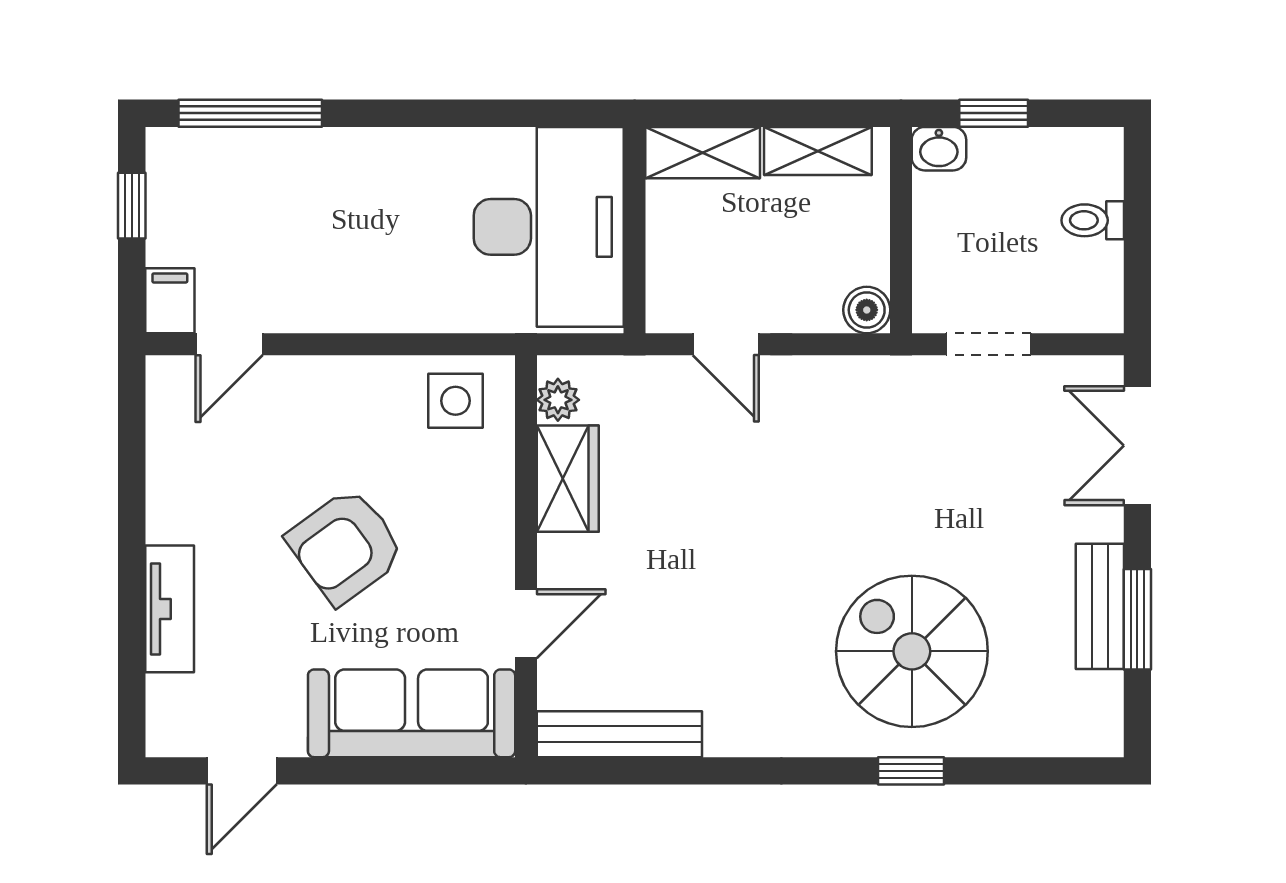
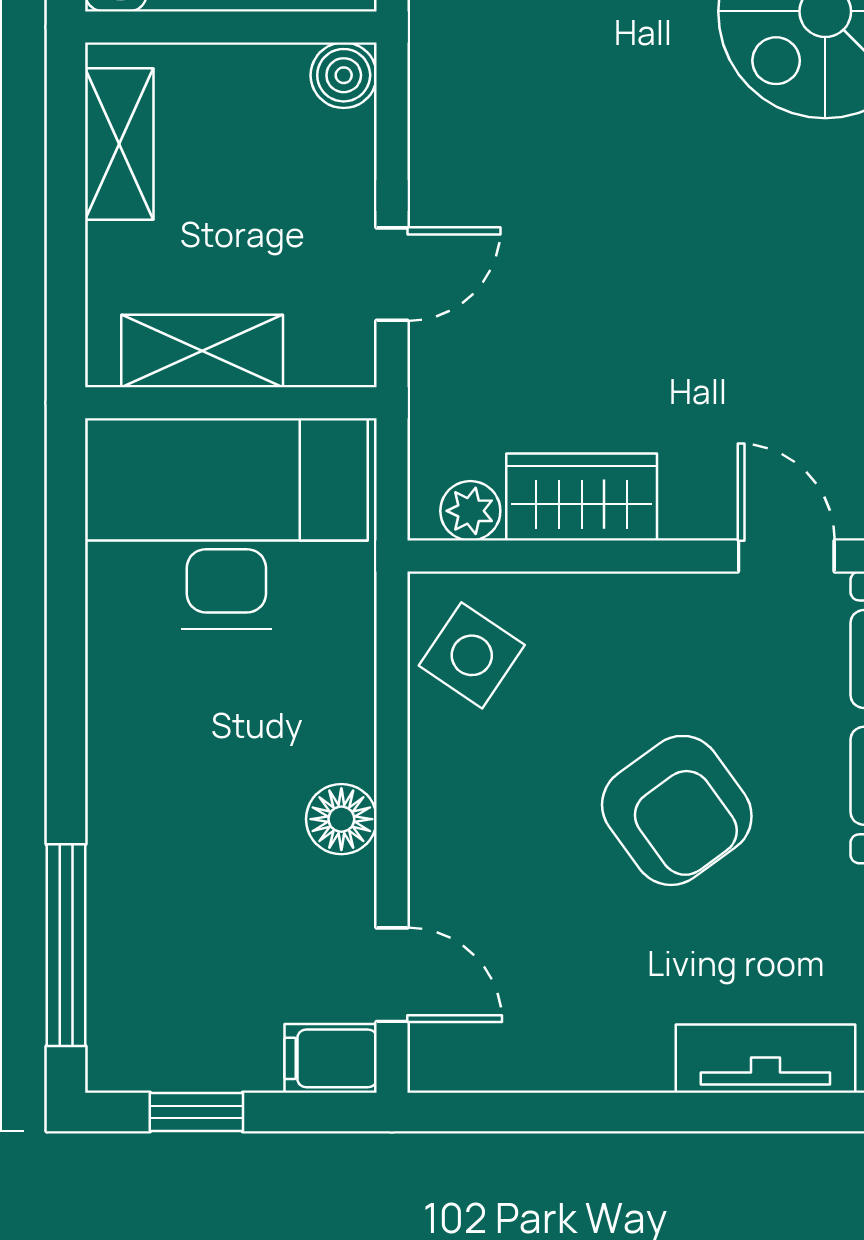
shelving: (703, 153) -> (202, 351), moved, turned 90
floor lamp: (339, 308) -> (341, 819), added
side table: (456, 401) -> (472, 655), turned 34

